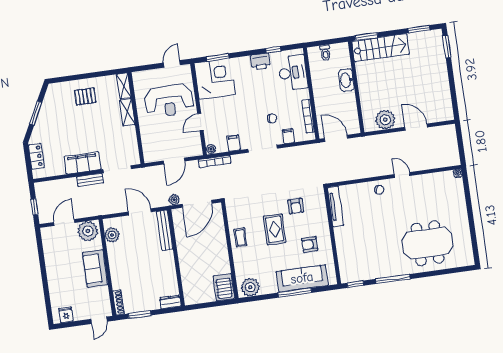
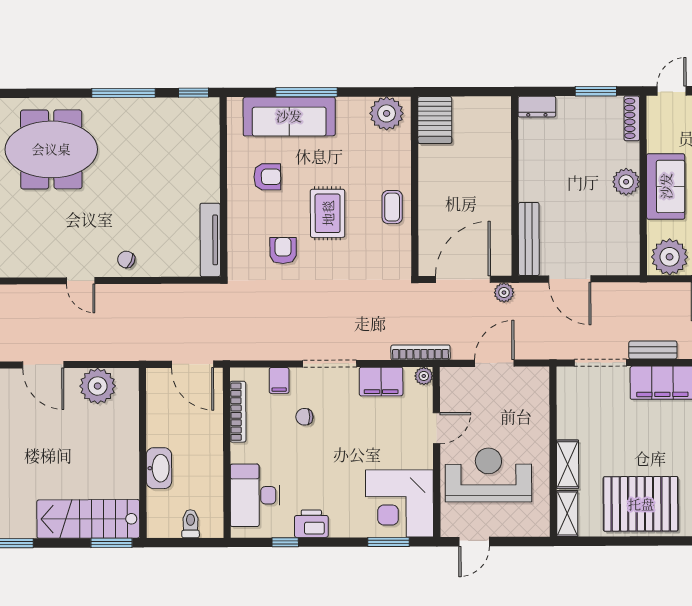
pallet: (85, 96) -> (641, 504), width x2.05, depth x2.00
filing cabinet: (234, 143) -> (381, 382), width x2.00
plant: (112, 235) -> (626, 182), moved

